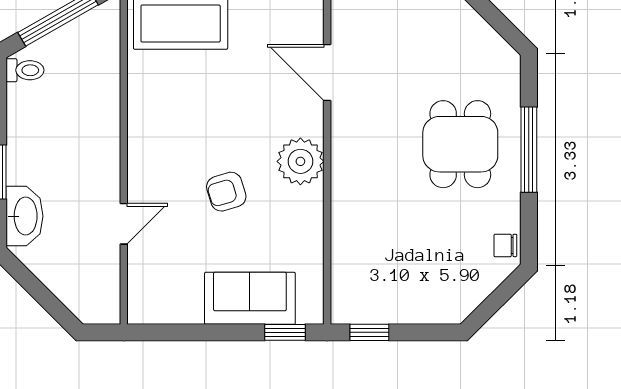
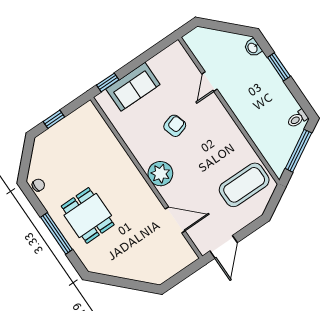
door: (327, 73) -> (175, 220), moved
plant: (300, 161) -> (160, 174), moved
washbasin: (25, 216) -> (253, 48), width x0.52, depth x0.69
window: (369, 332) -> (54, 119), moved

